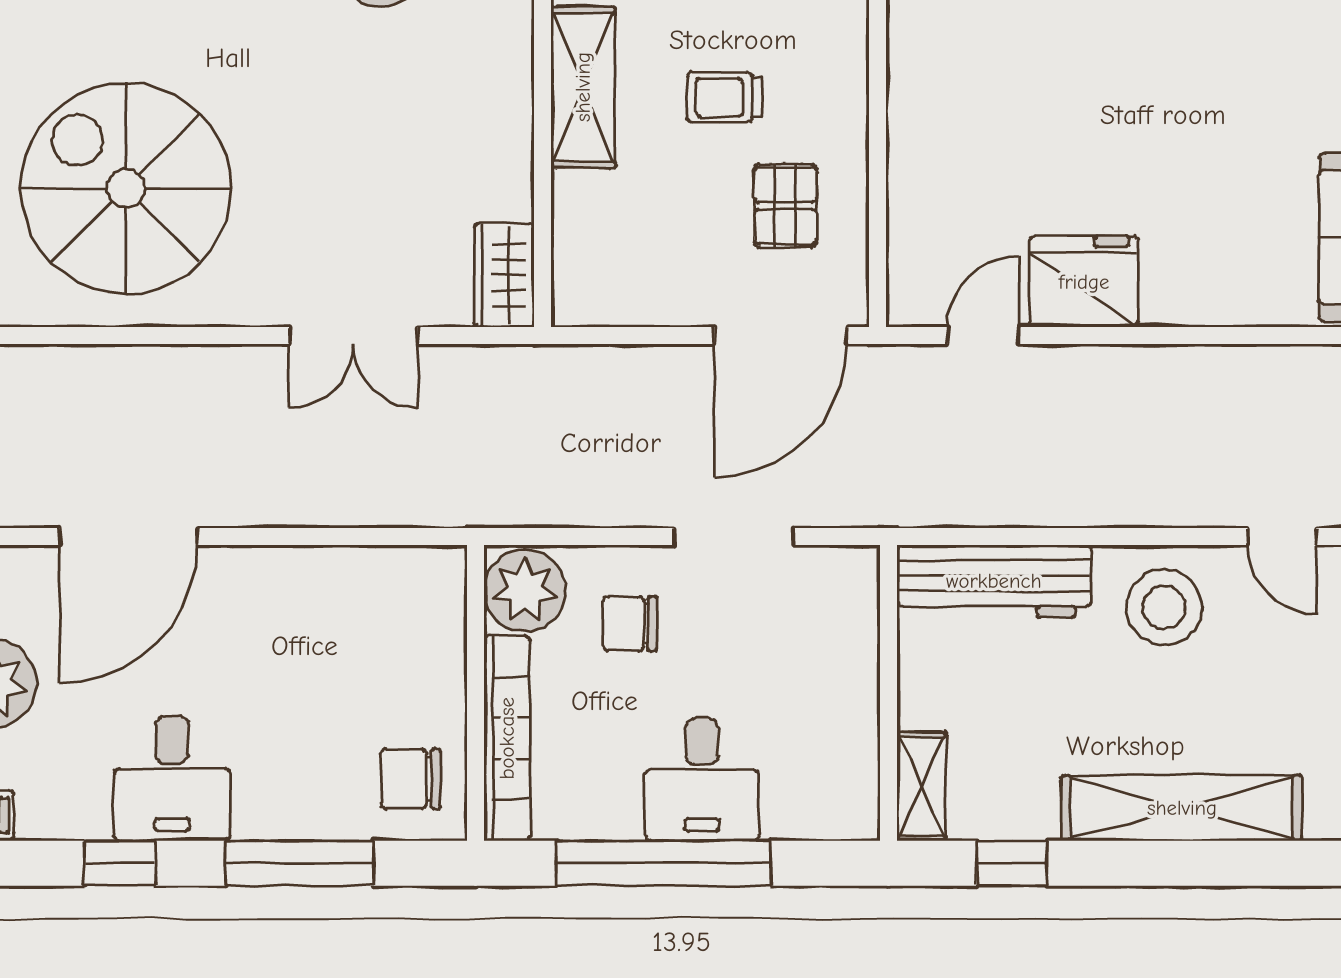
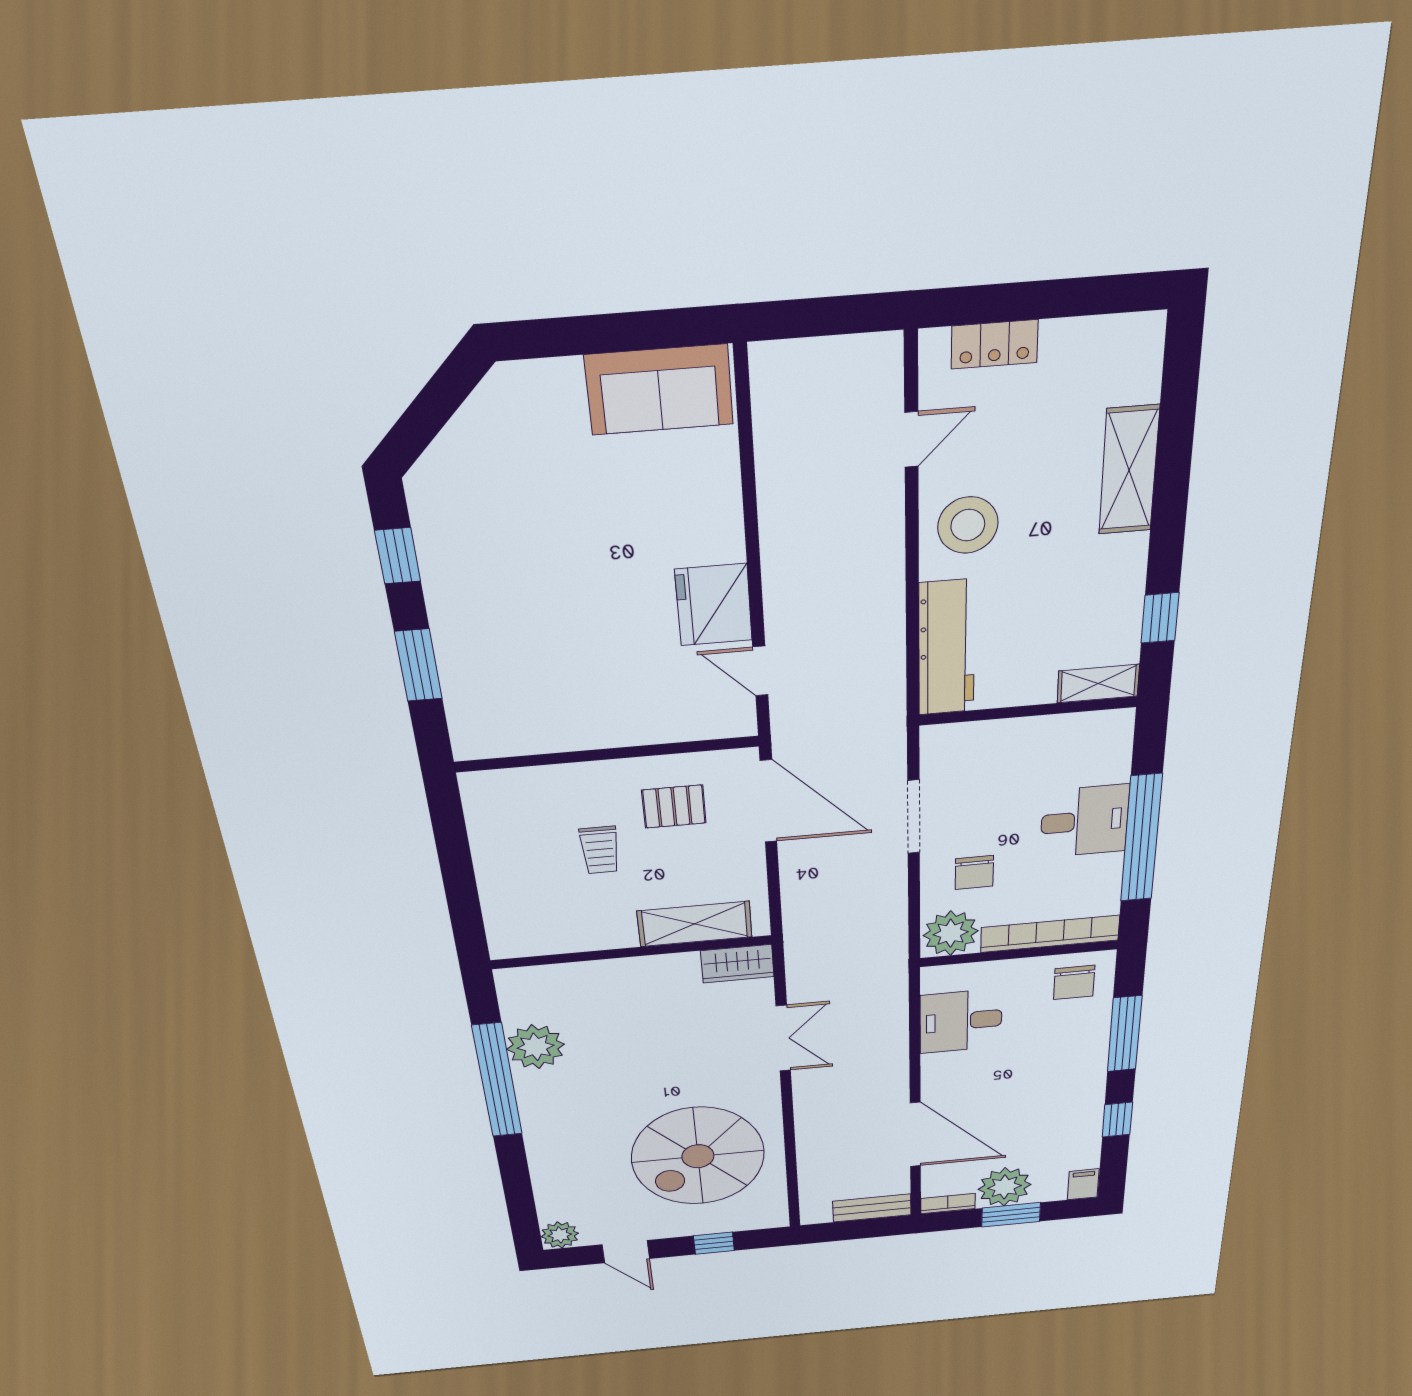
shelving: (583, 87) -> (695, 924), moved
desk: (172, 778) -> (961, 1021), moved, turned 180
shelving: (1182, 808) -> (1129, 470), width x0.68

